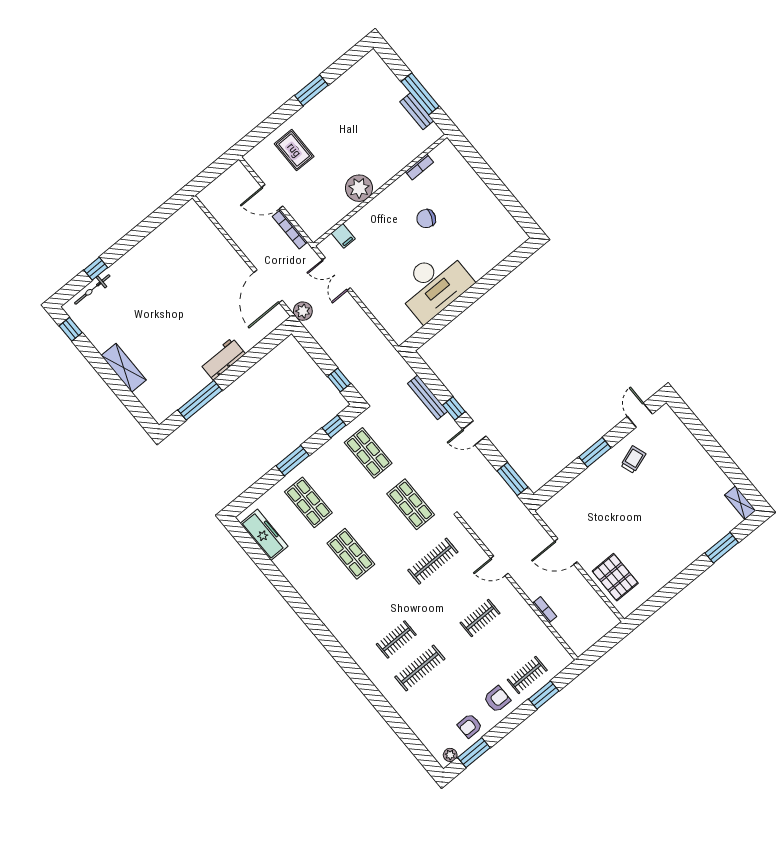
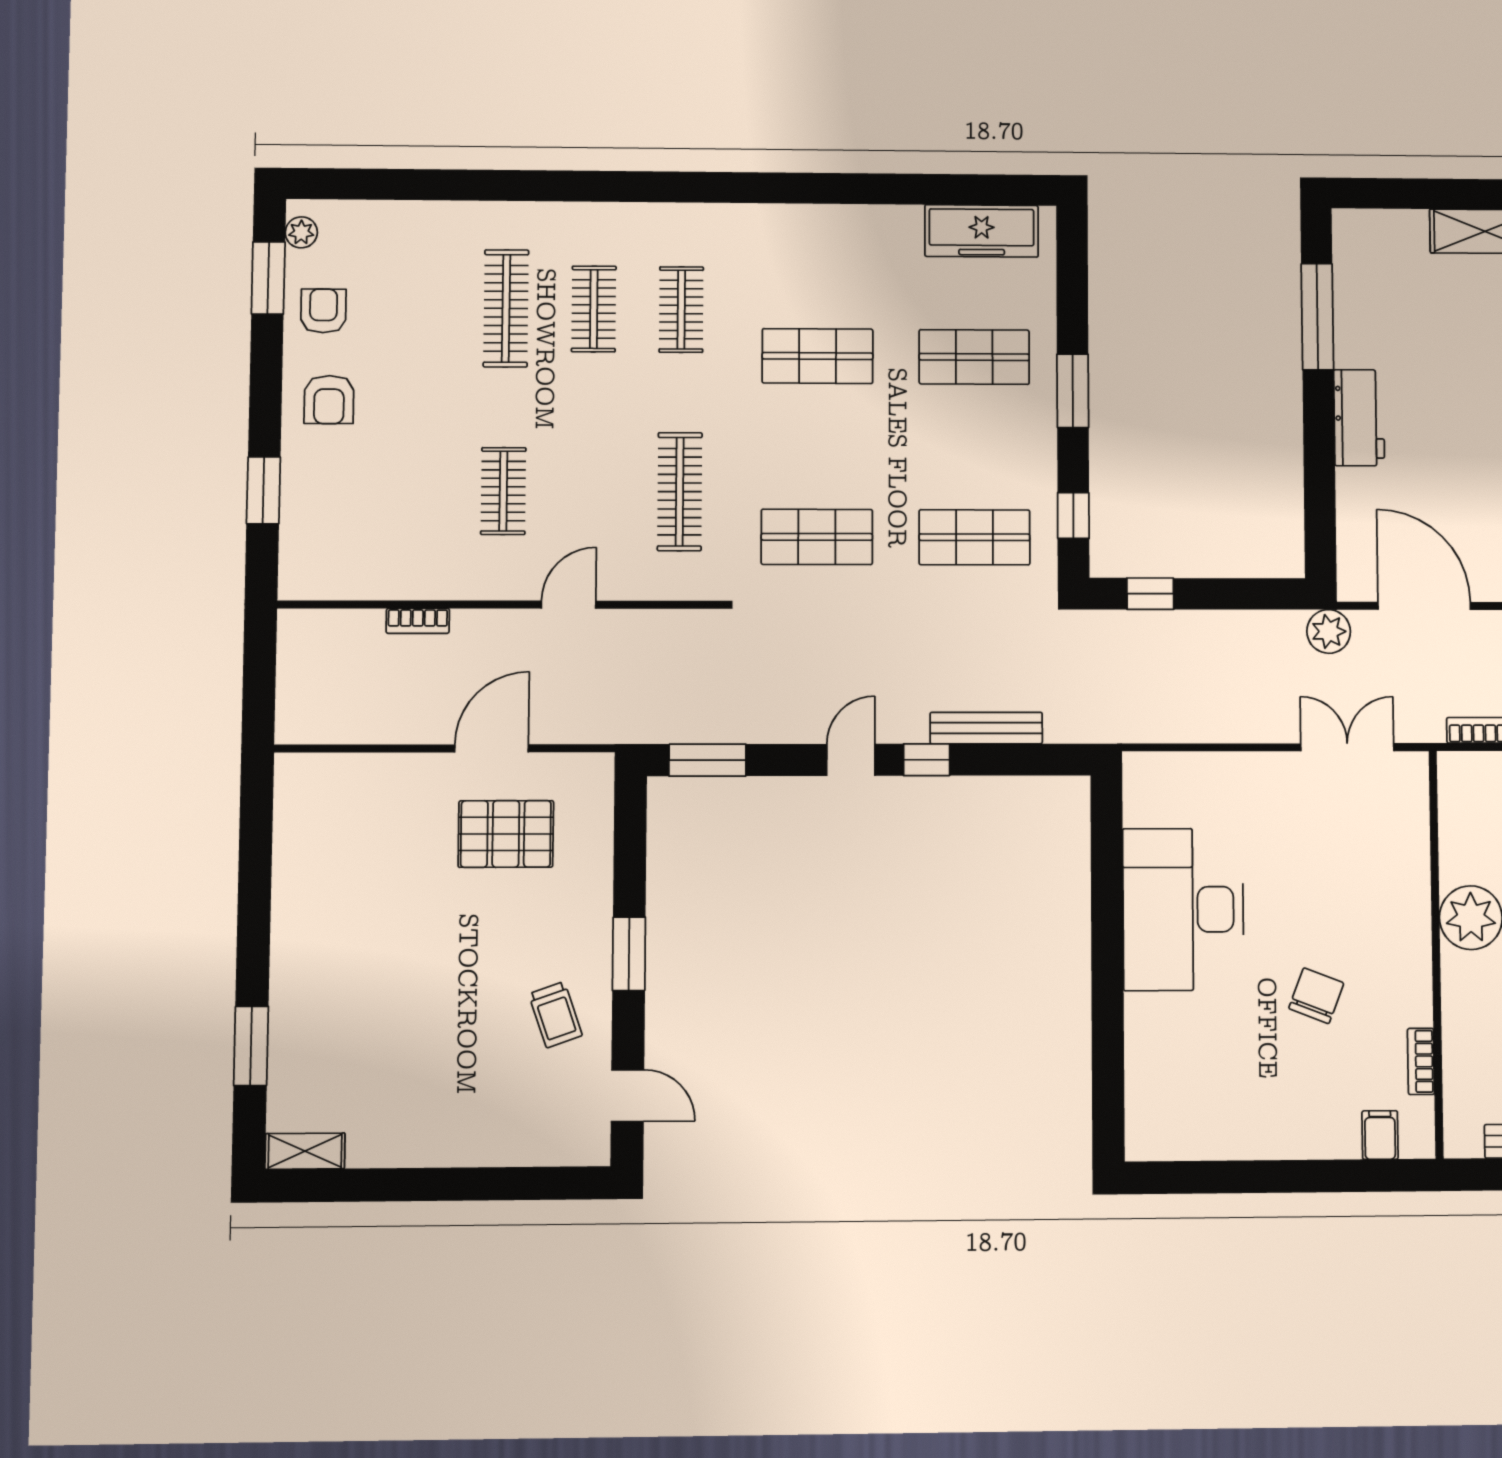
filing cabinet: (343, 236) -> (1380, 1135), moved, turned 90
pallet: (615, 577) -> (506, 834), moved
clothes rail: (527, 675) -> (681, 310), moved

